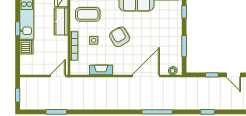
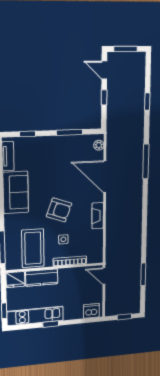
coffee table: (88, 14) -> (33, 248), width x1.36, depth x1.32
armchair: (119, 37) -> (59, 210), turned -130
dishwasher: (26, 47) -> (91, 311), moved
fireplace: (101, 70) -> (98, 216), moved
door: (234, 75) -> (104, 70), swing flipped

